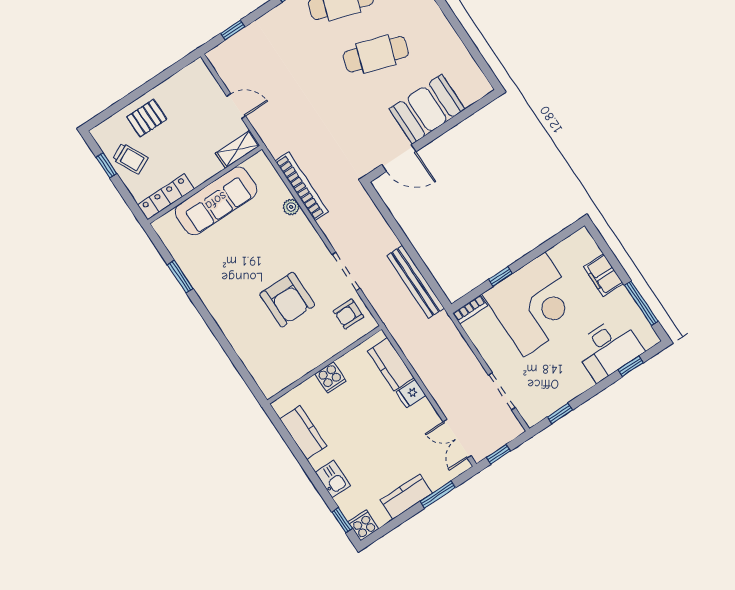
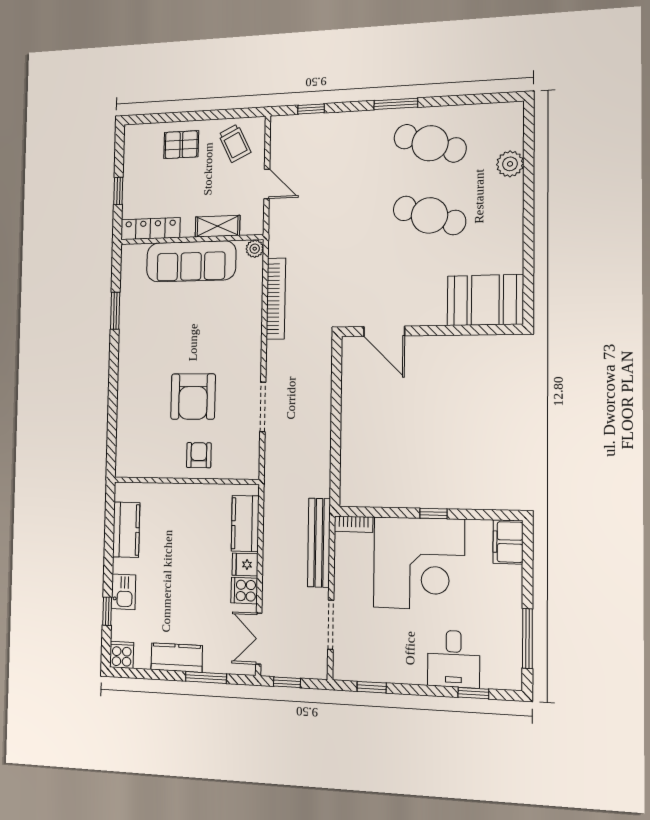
booth: (427, 109) -> (485, 300), moved
shelving: (238, 149) -> (218, 226), moved
trolley: (130, 158) -> (235, 143), moved
window: (106, 165) -> (118, 191), moved
plant: (291, 207) -> (255, 249), moved
filing cabinet: (603, 275) -> (508, 542), moved
window: (501, 276) -> (433, 513), moved
bench: (416, 282) -> (319, 543), moved
armchair: (348, 314) -> (199, 455), moved, turned 90
desk: (609, 349) -> (454, 659), width x0.73
cooker: (330, 377) -> (244, 591), moved, turned 90
window: (342, 520) -> (107, 611), moved

